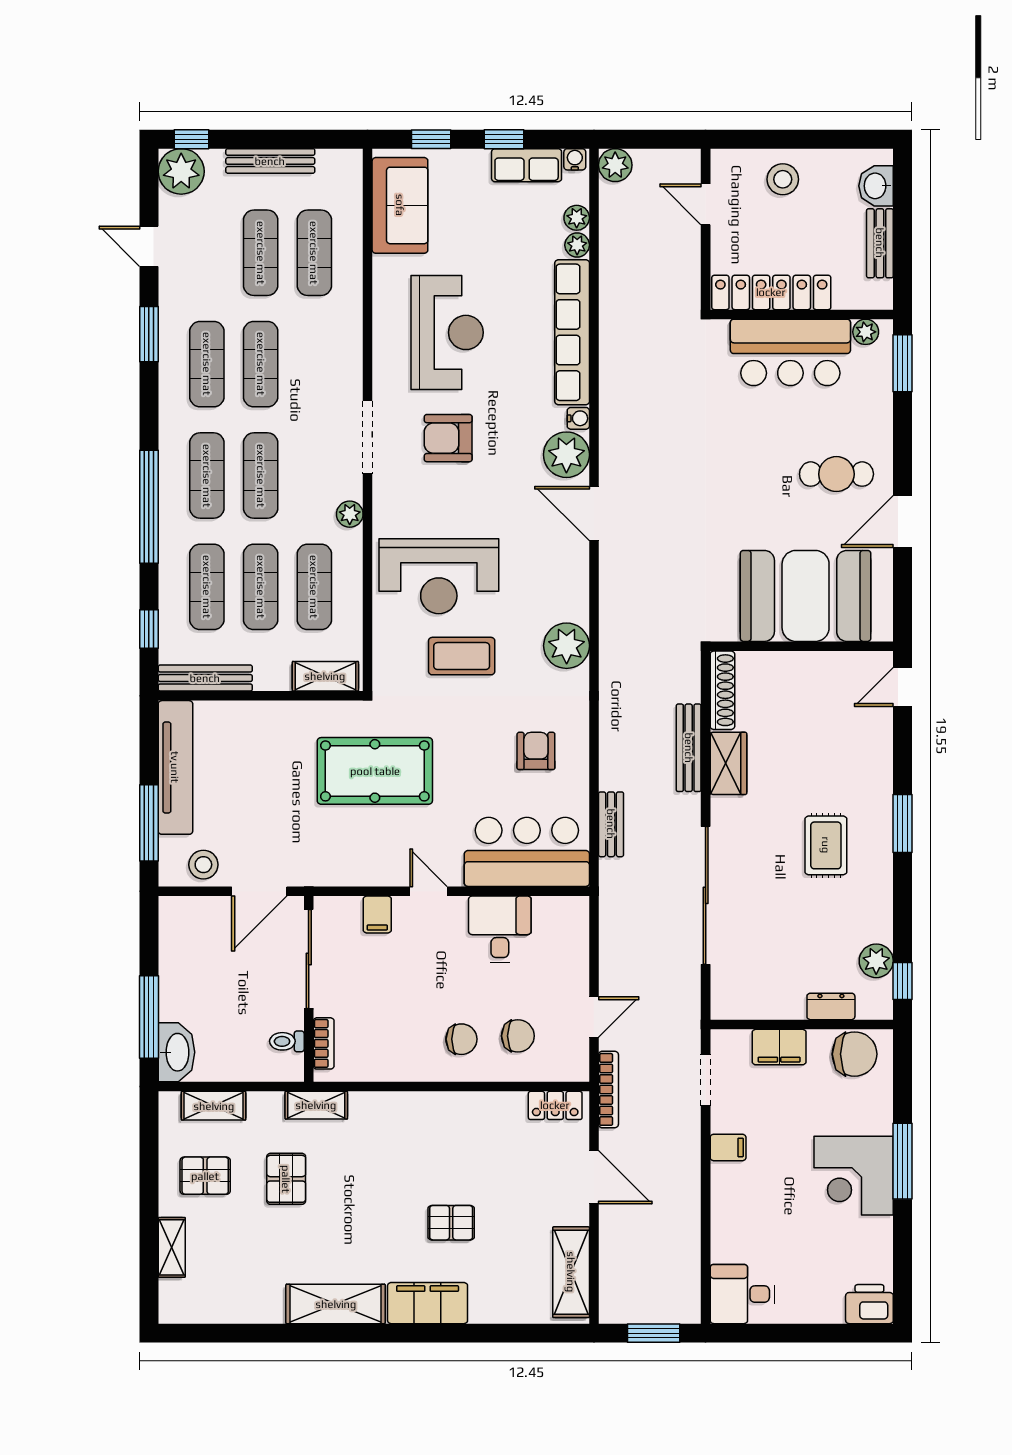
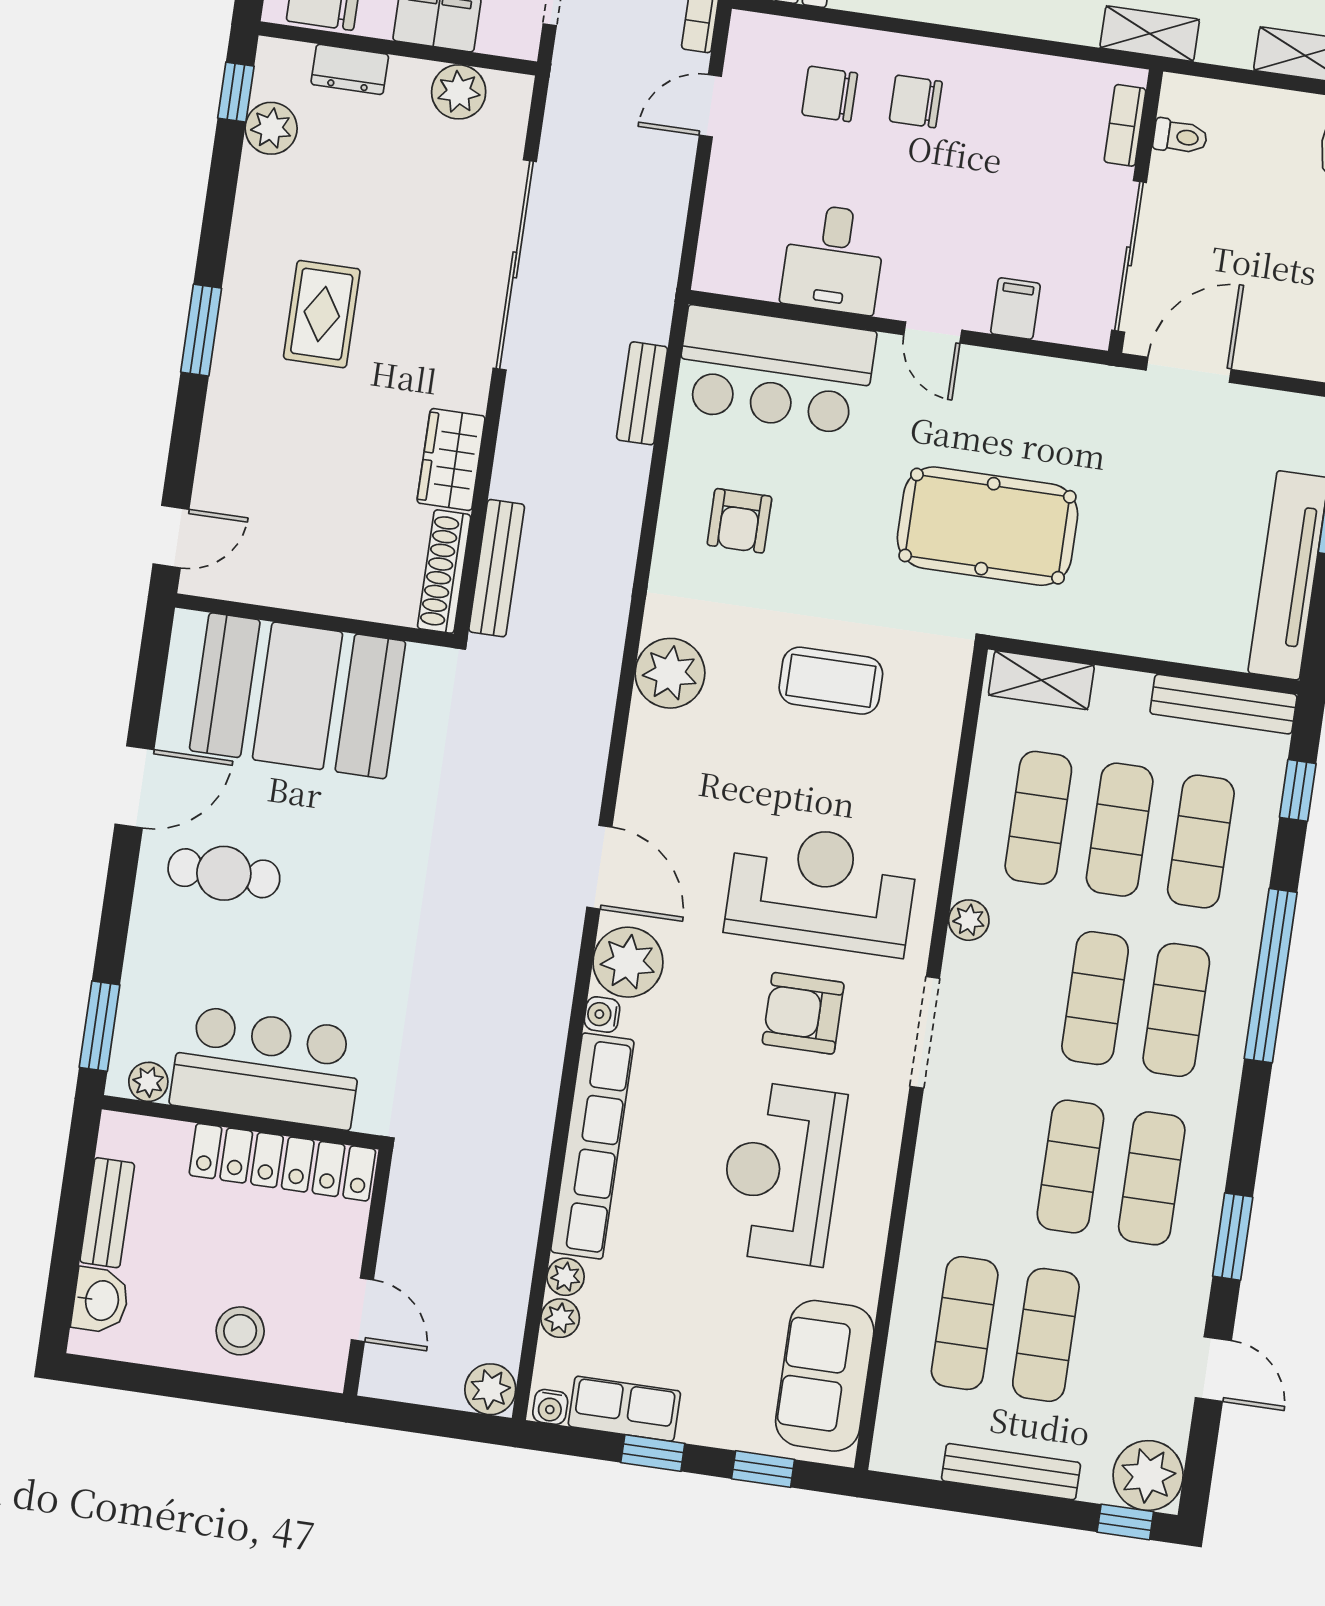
armchair: (448, 438) -> (803, 1013), turned 180
reception desk: (439, 576) -> (821, 889), moved
bench: (689, 748) -> (497, 568), moved
stool: (203, 865) -> (1267, 422), removed
plant: (758, 1002) -> (459, 92), added

